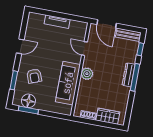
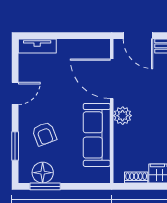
tv unit: (57, 22) -> (37, 46), moved
door: (84, 49) -> (112, 79), width x1.87

